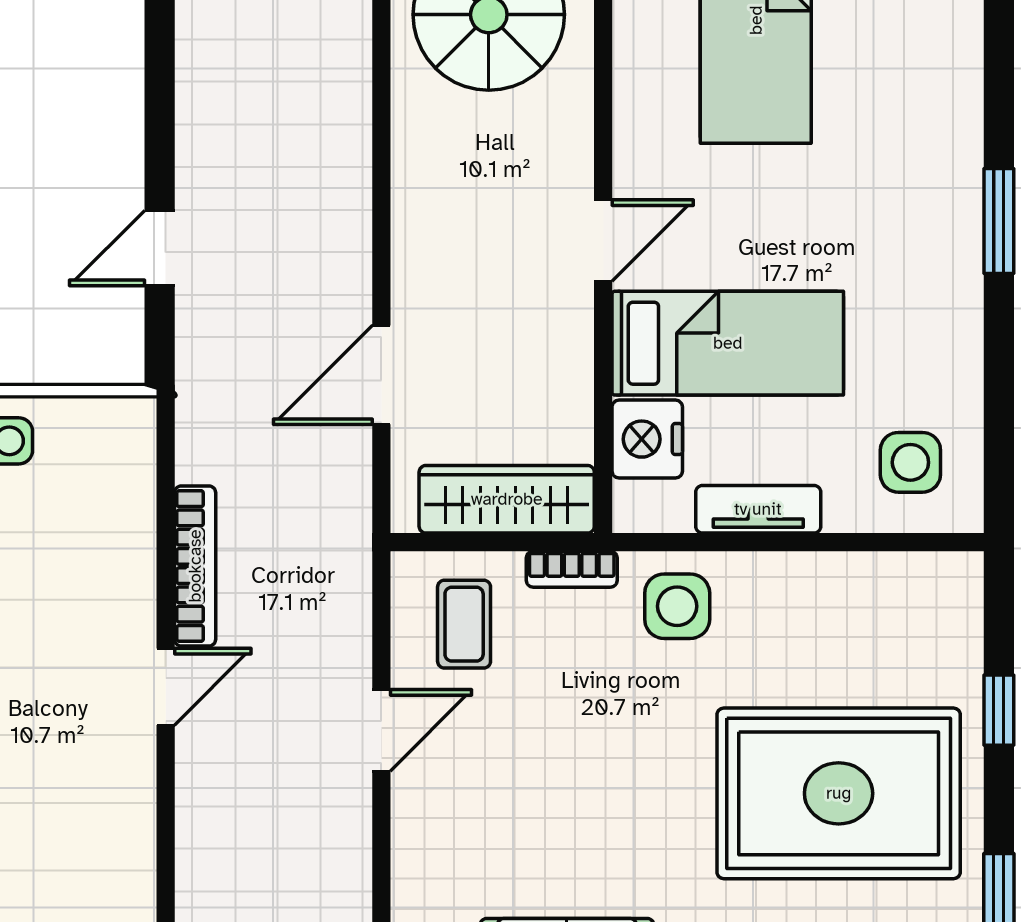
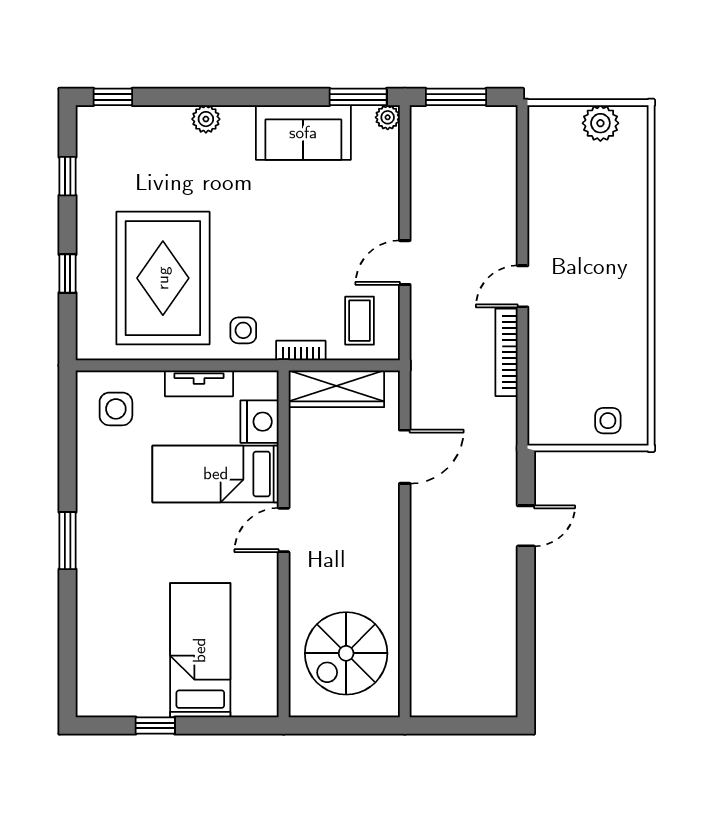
side table: (677, 606) -> (243, 330), width x0.73, depth x0.73
rug: (839, 793) -> (163, 278), moved, turned 90

